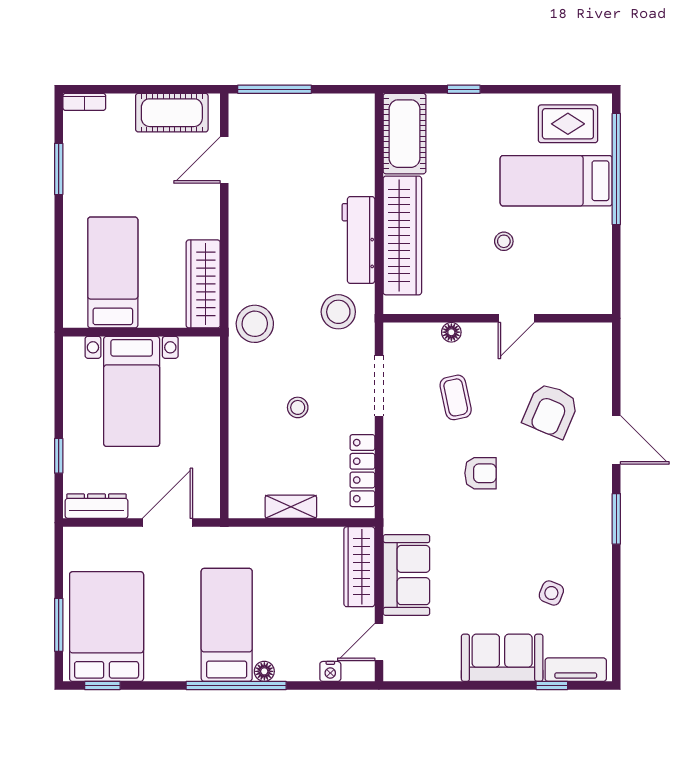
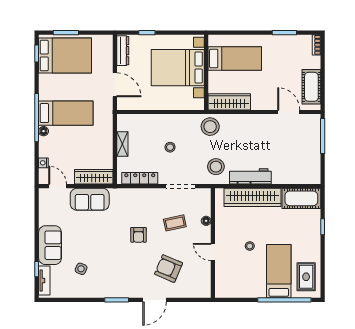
bed with nightstands: (132, 391) -> (178, 68), width x1.36

